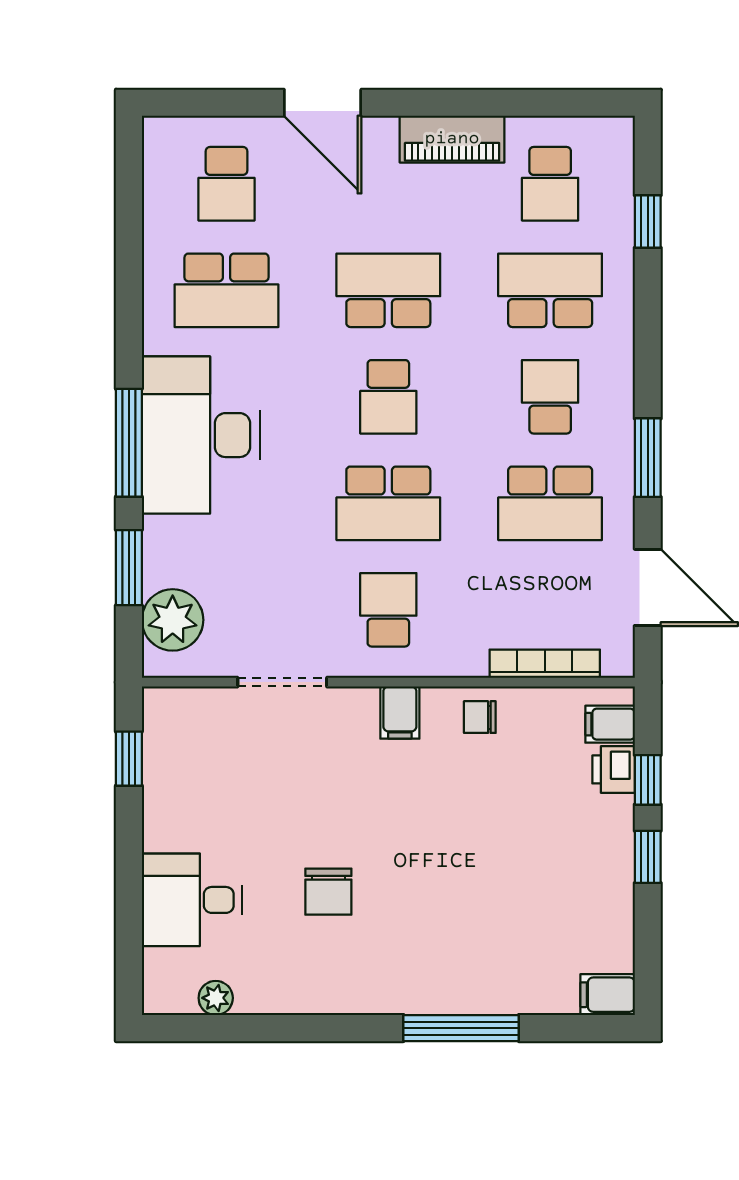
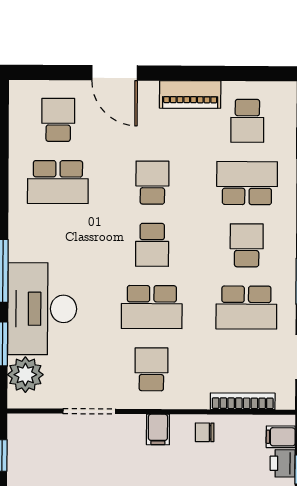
school desk: (226, 184) -> (58, 120), turned 180
school desk: (388, 290) -> (152, 183), width x0.54
desk: (201, 435) -> (42, 309), moved

